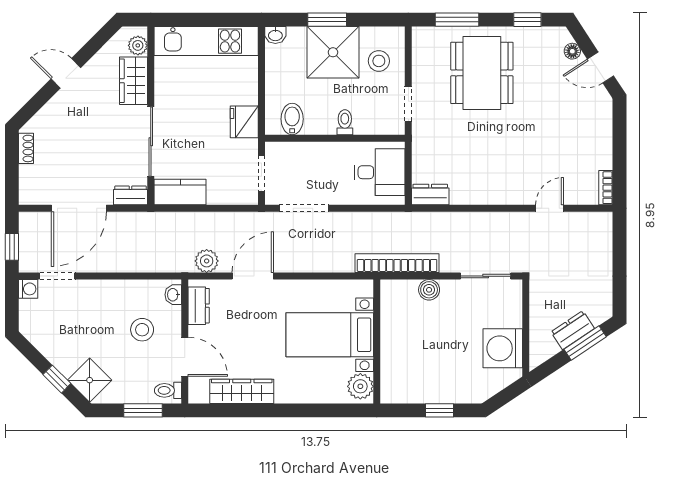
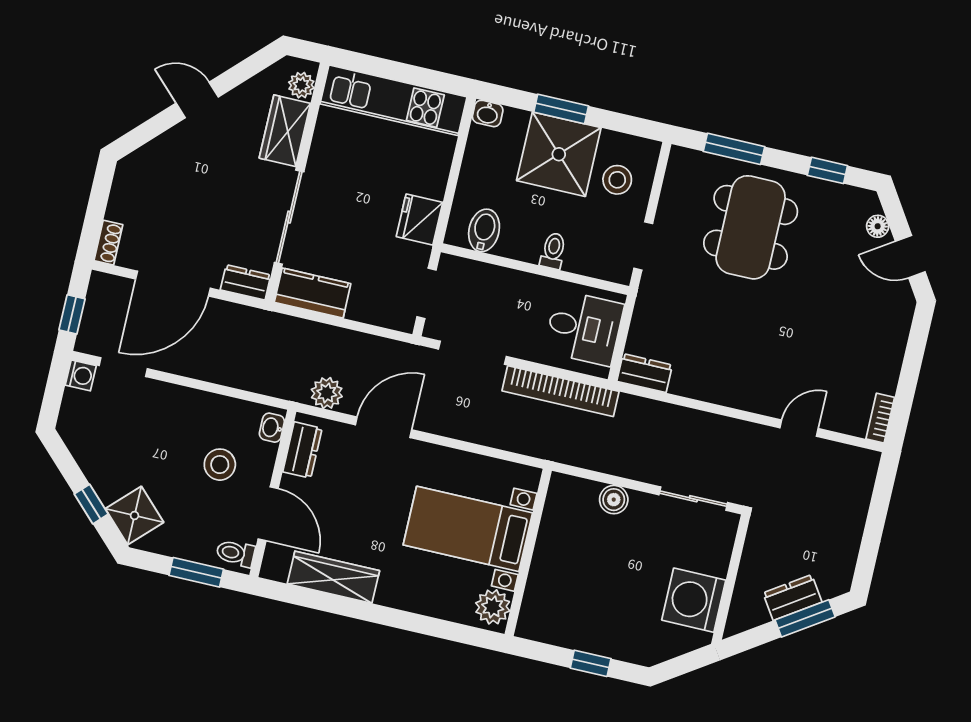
shoe rack: (26, 148) -> (108, 243), moved
bookcase: (397, 263) -> (561, 391), moved, turned 180

